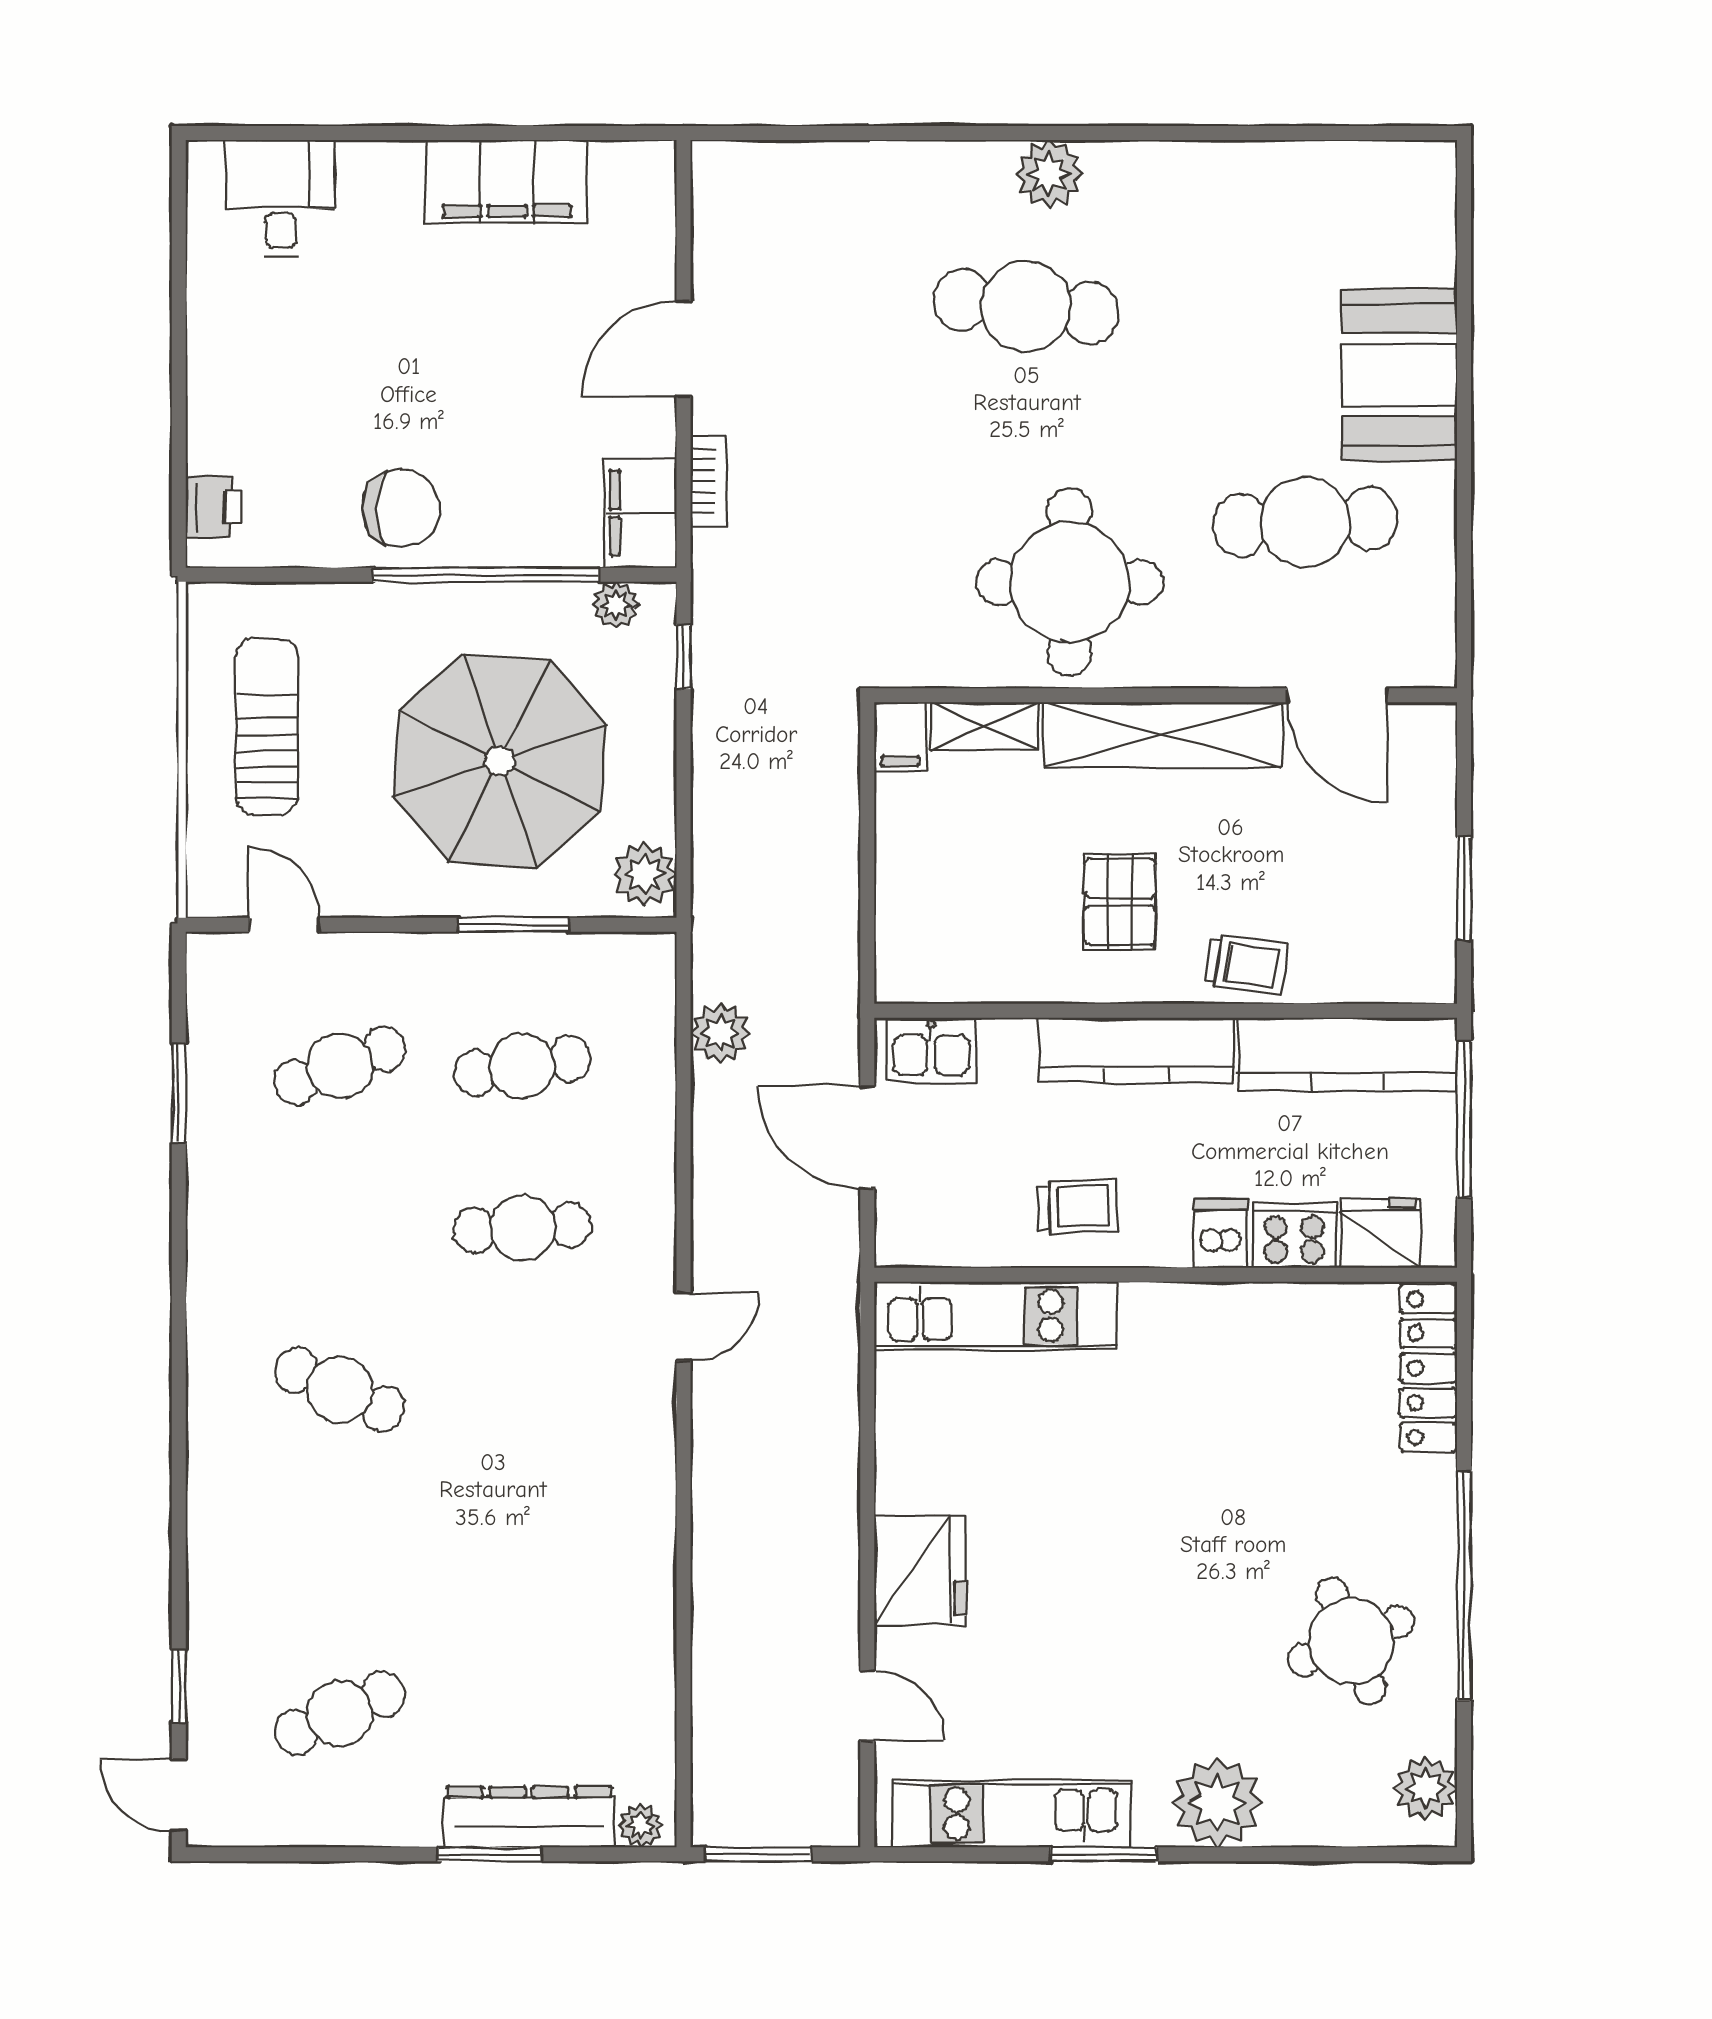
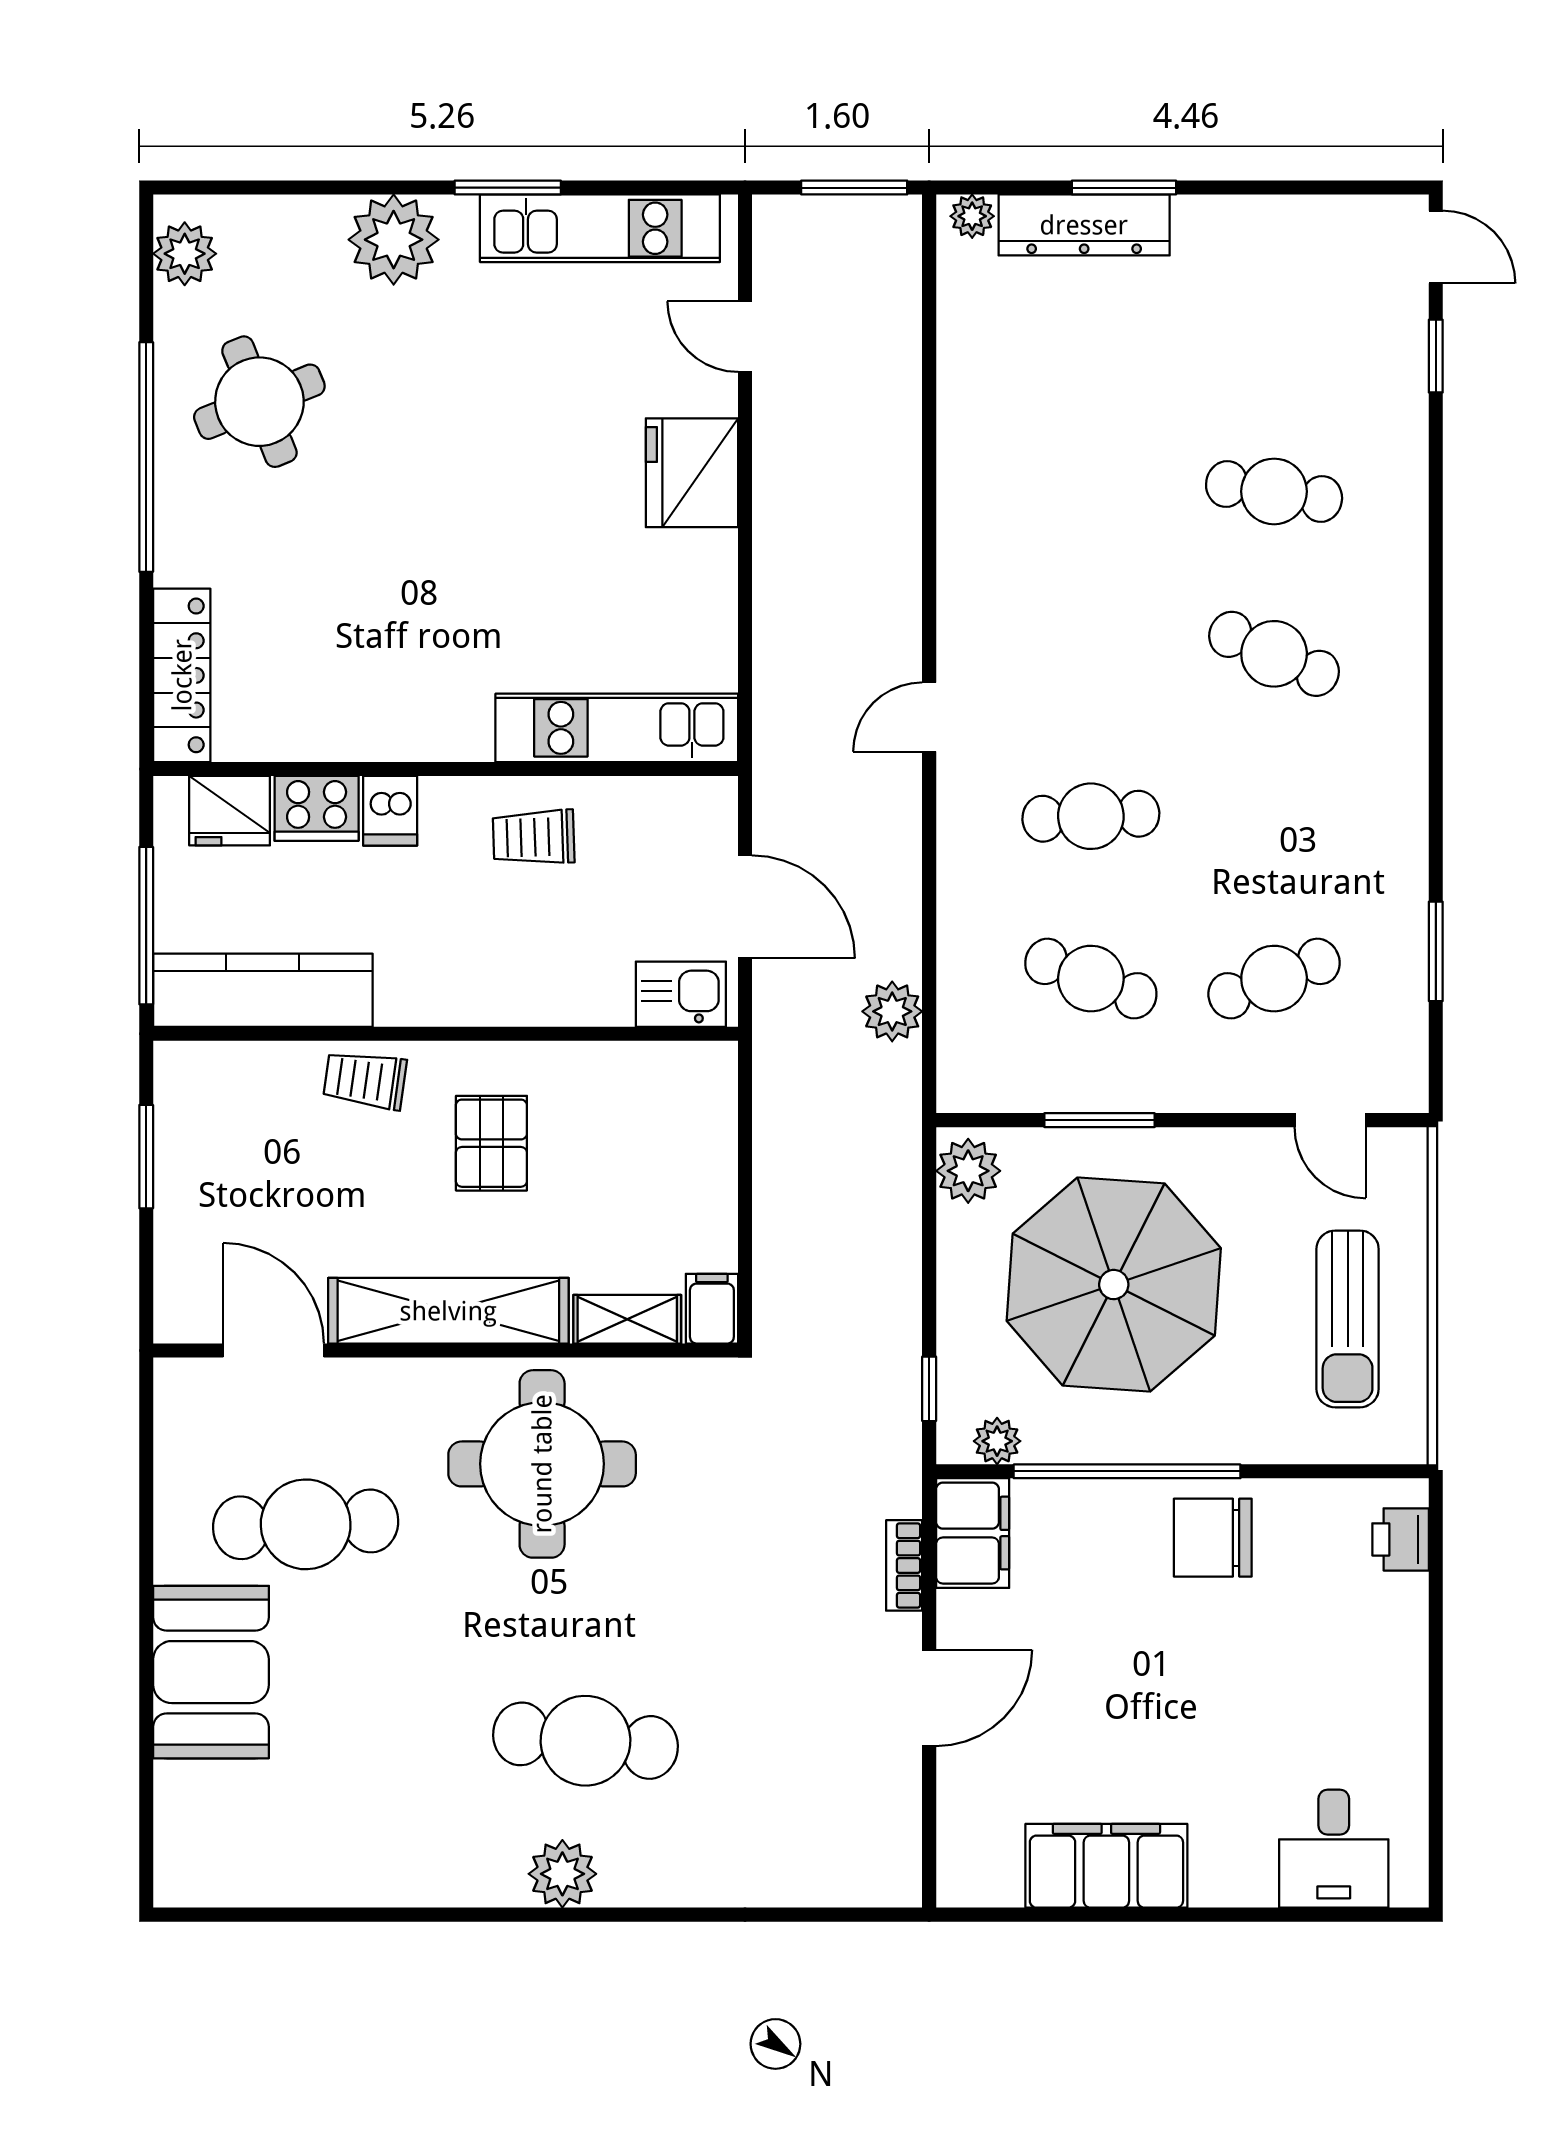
kitchen counter: (1136, 1050) -> (475, 994), removed
cafe table: (522, 1066) -> (1091, 979), turned 30
cafe table: (340, 1713) -> (1274, 491), moved, turned 33

